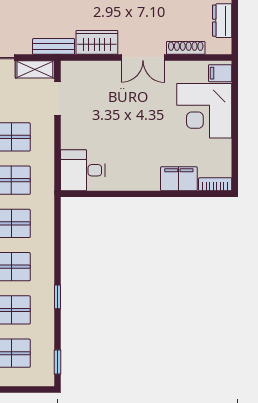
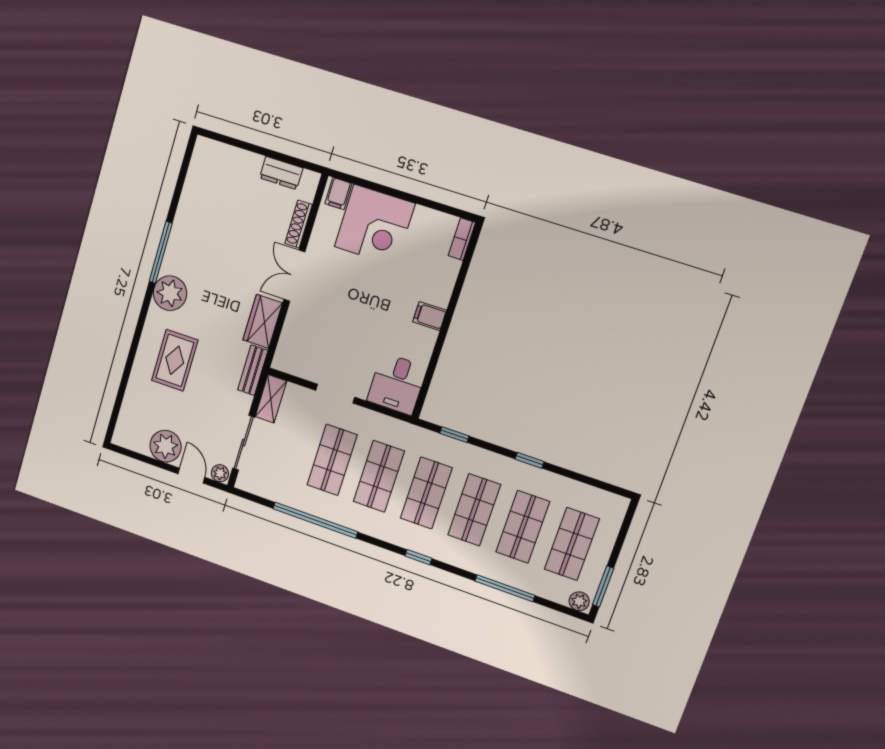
double door: (143, 57) -> (294, 276), swing flipped
doorway: (58, 98) -> (335, 394), moved
filing cabinet: (179, 179) -> (430, 316), moved, width x0.50
window: (58, 362) -> (454, 435), moved

